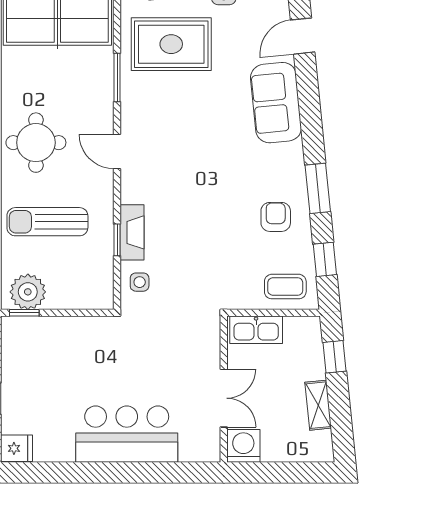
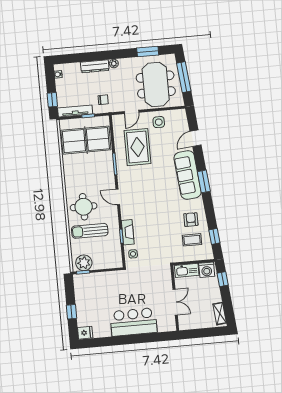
rug: (171, 44) -> (137, 147), turned 90
sofa: (276, 103) -> (188, 175), width x1.36
round table: (36, 143) -> (84, 207), moved
window: (318, 188) -> (204, 181), moved
coffee table: (285, 287) -> (192, 240), moved
shelving: (318, 405) -> (220, 314), moved
washing machine: (243, 446) -> (207, 270), moved, turned 180

